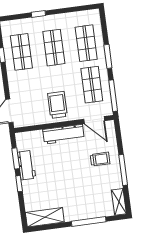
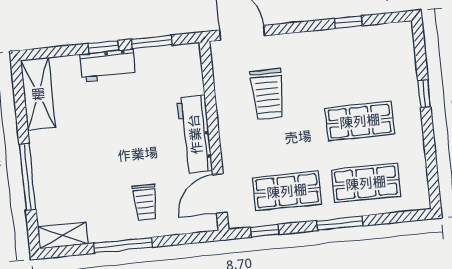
shop shelf: (21, 52) -> (353, 59), removed
window: (113, 96) -> (265, 231), width x0.46
trolley: (57, 105) -> (268, 94), moved, turned 90
workbench: (26, 165) -> (108, 65), moved

